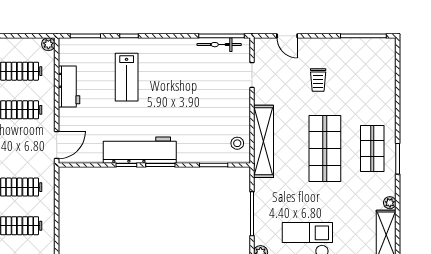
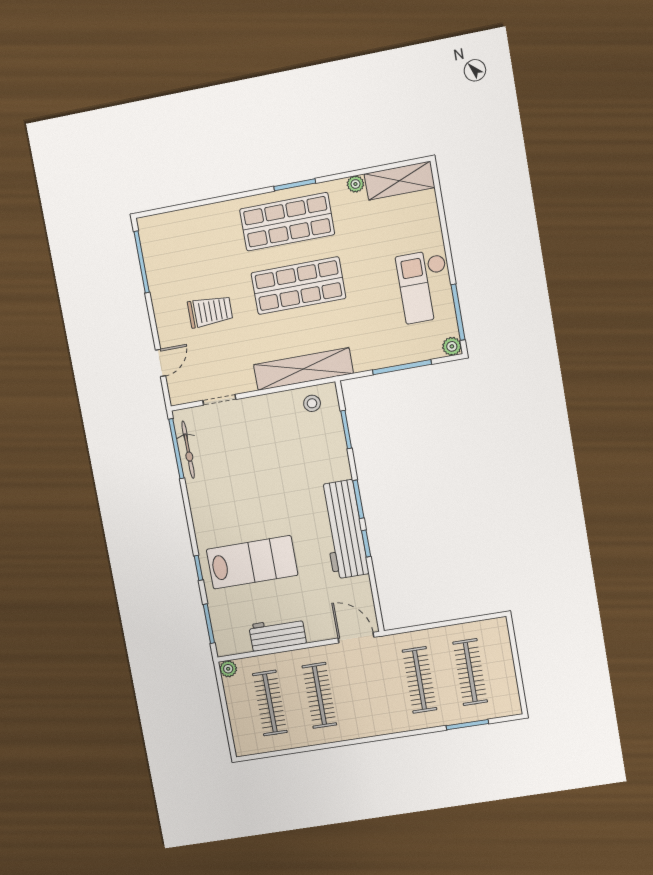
lab bench: (127, 77) -> (252, 562), width x1.36, depth x1.39
trolley: (318, 80) -> (210, 311), width x1.36, depth x1.39
shop shelf: (372, 148) -> (287, 222), width x1.43, depth x1.36

